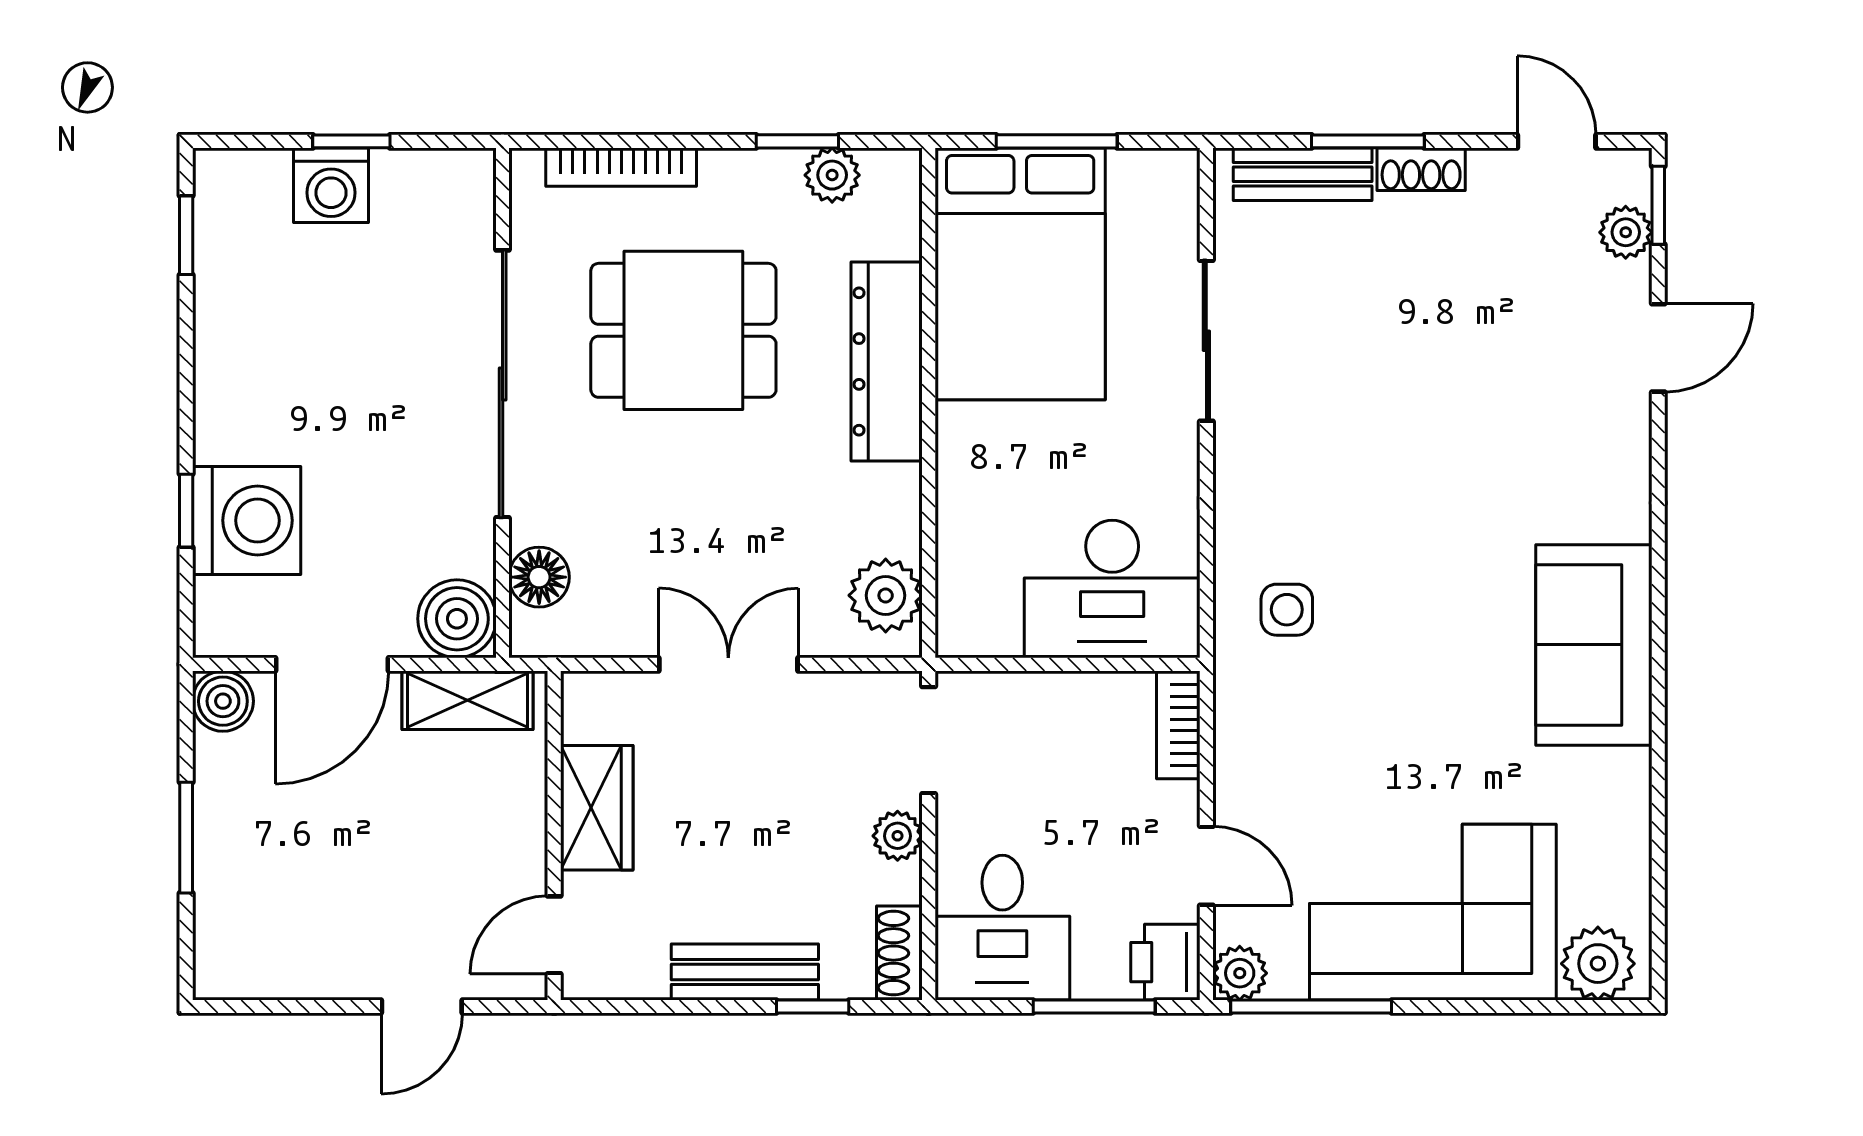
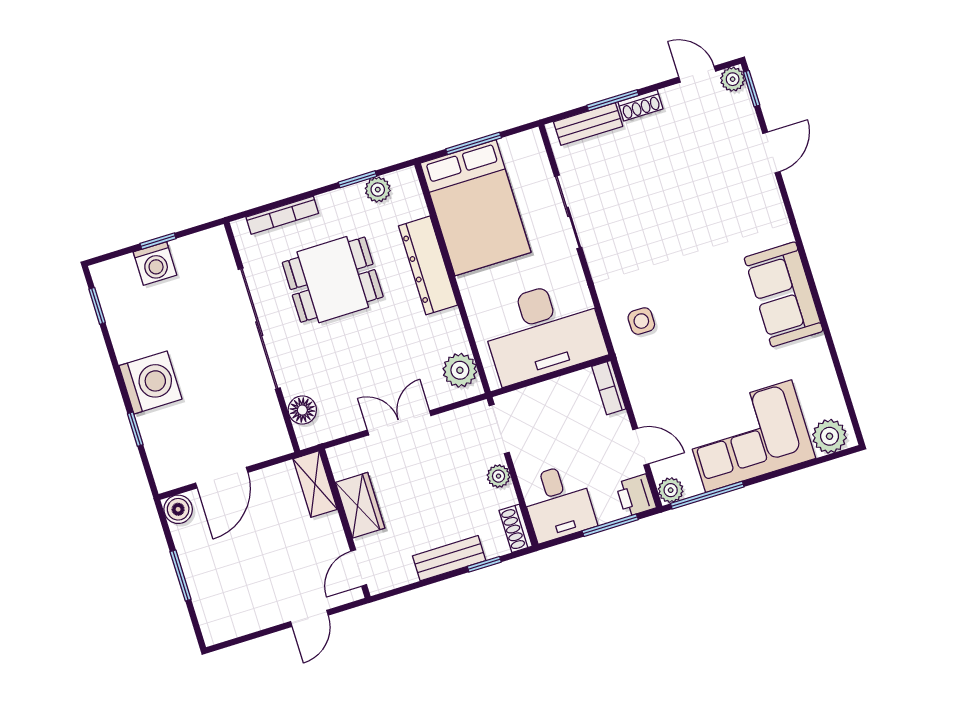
plant: (1626, 232) -> (733, 79), moved
washing machine: (247, 520) -> (150, 382), moved
desk: (1112, 589) -> (543, 331), width x1.36, depth x1.30
boiler: (457, 619) -> (271, 440), removed
shelving: (467, 700) -> (315, 484), moved, turned 90

